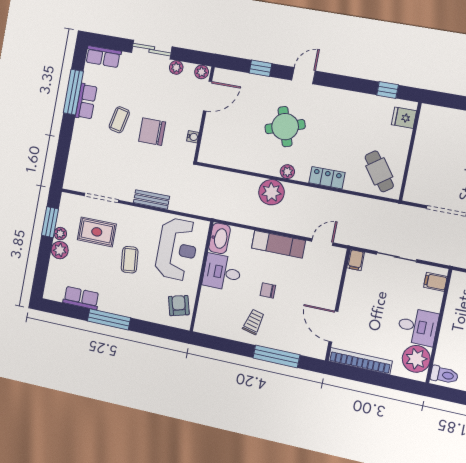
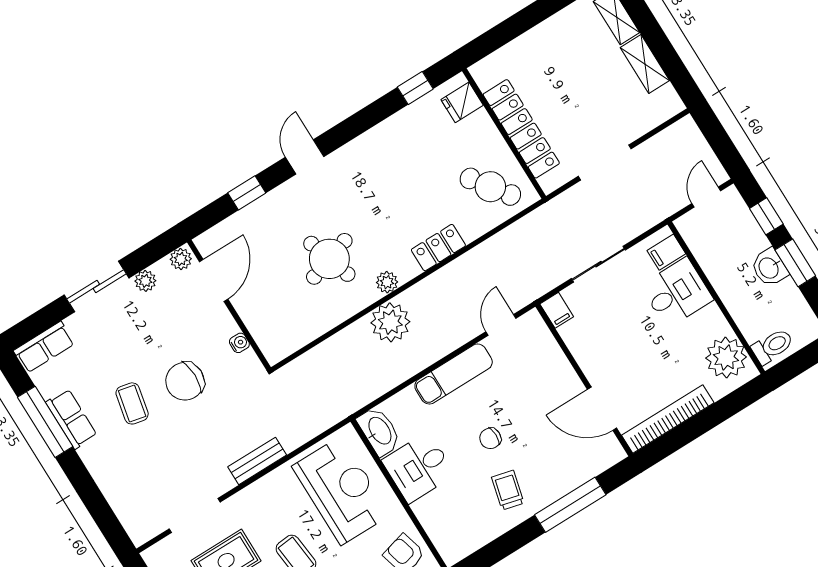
round table: (285, 127) -> (329, 259), moved
locker: (421, 157) -> (521, 129), added
desk: (418, 327) -> (677, 293), moved

